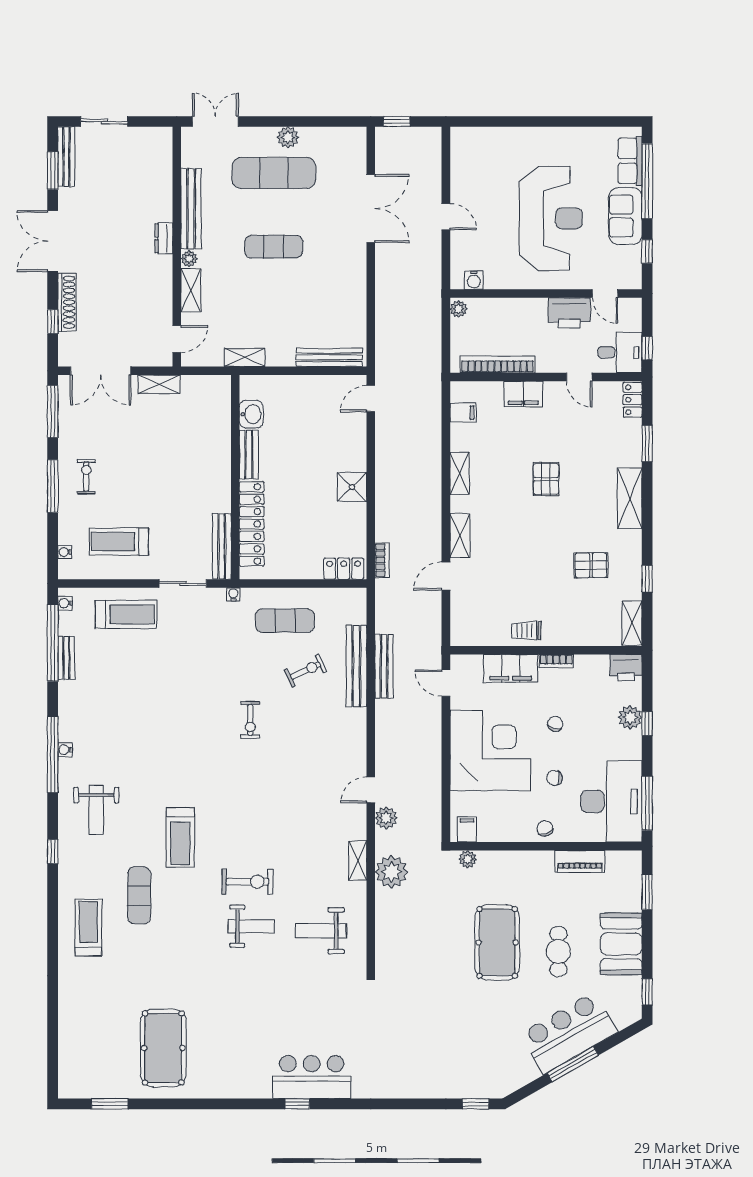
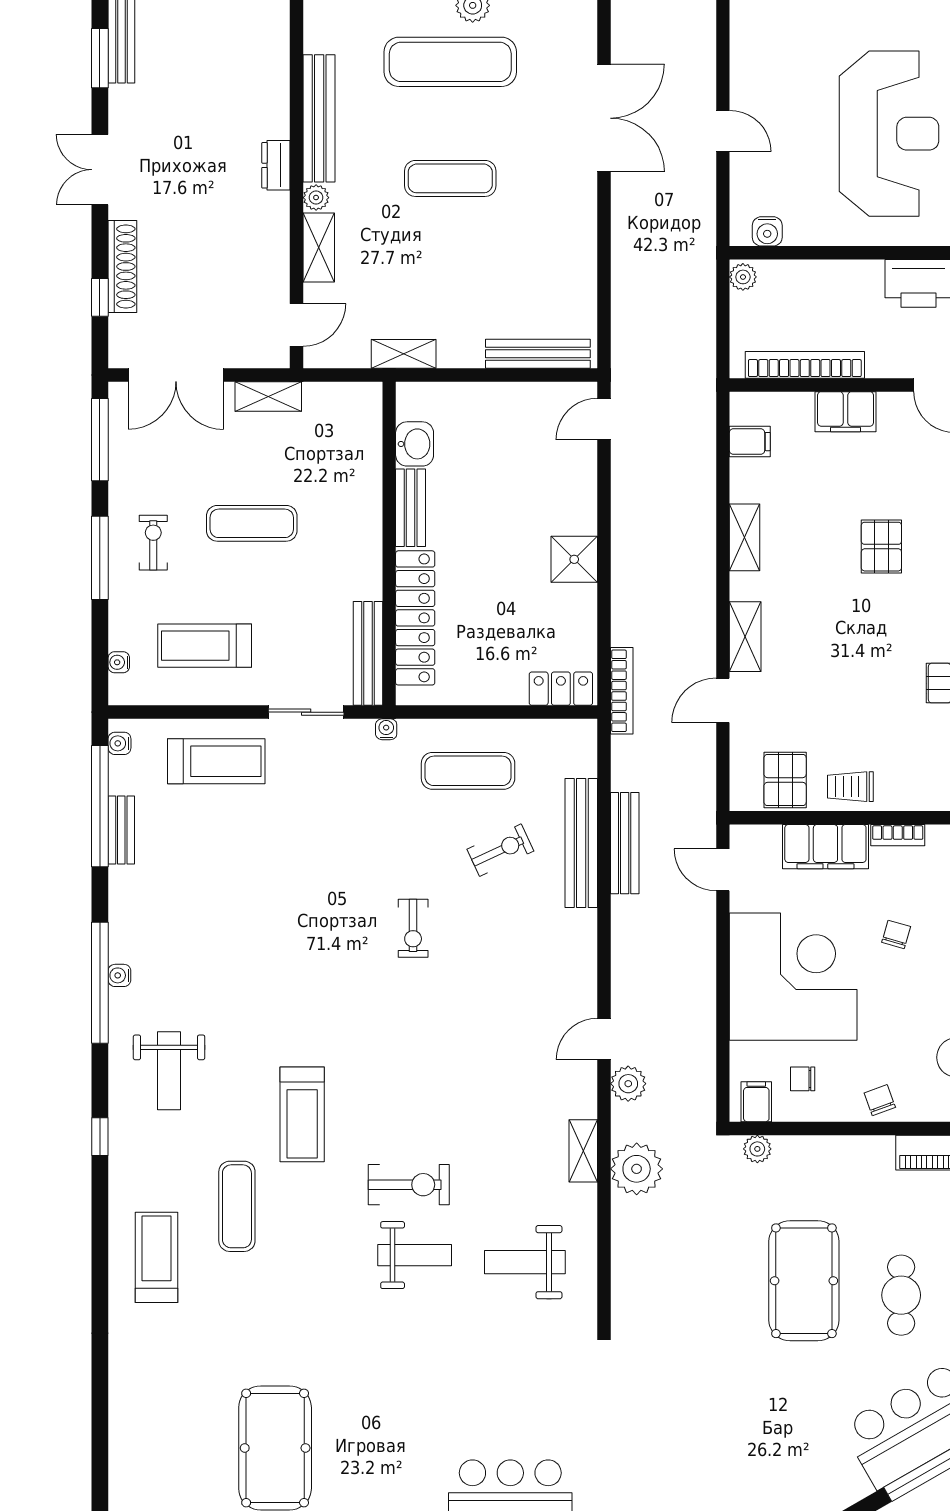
double door: (53, 241) -> (100, 170), width x0.73
exercise mat: (148, 464) -> (252, 523), added
bookcase: (382, 560) -> (622, 691), width x1.56
pallet: (485, 626) -> (785, 780), added
chair: (554, 778) -> (803, 1079), moved

